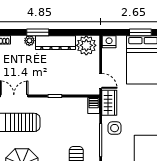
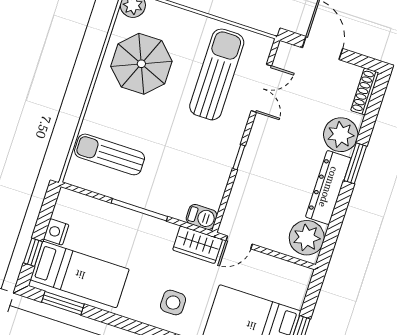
plant: (29, 41) -> (341, 135), width x1.87, depth x1.87
nightstand: (109, 42) -> (300, 278), removed
side table: (115, 128) -> (173, 303), moved

